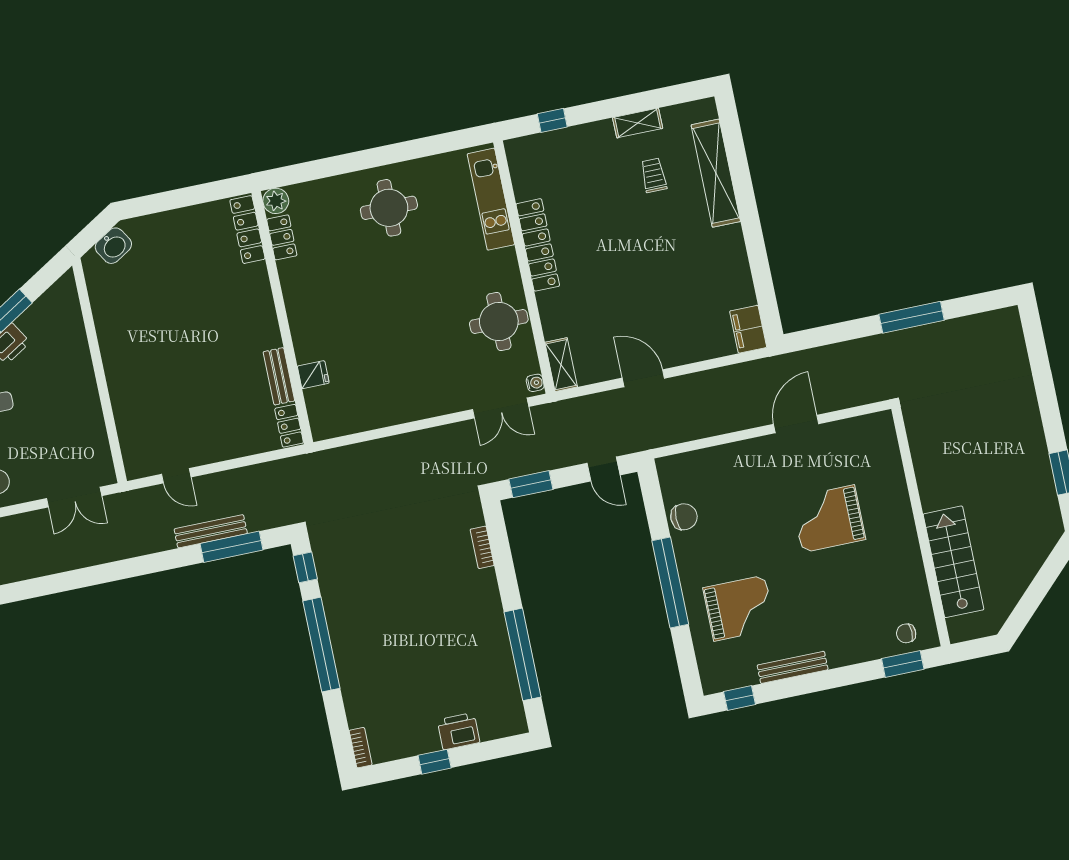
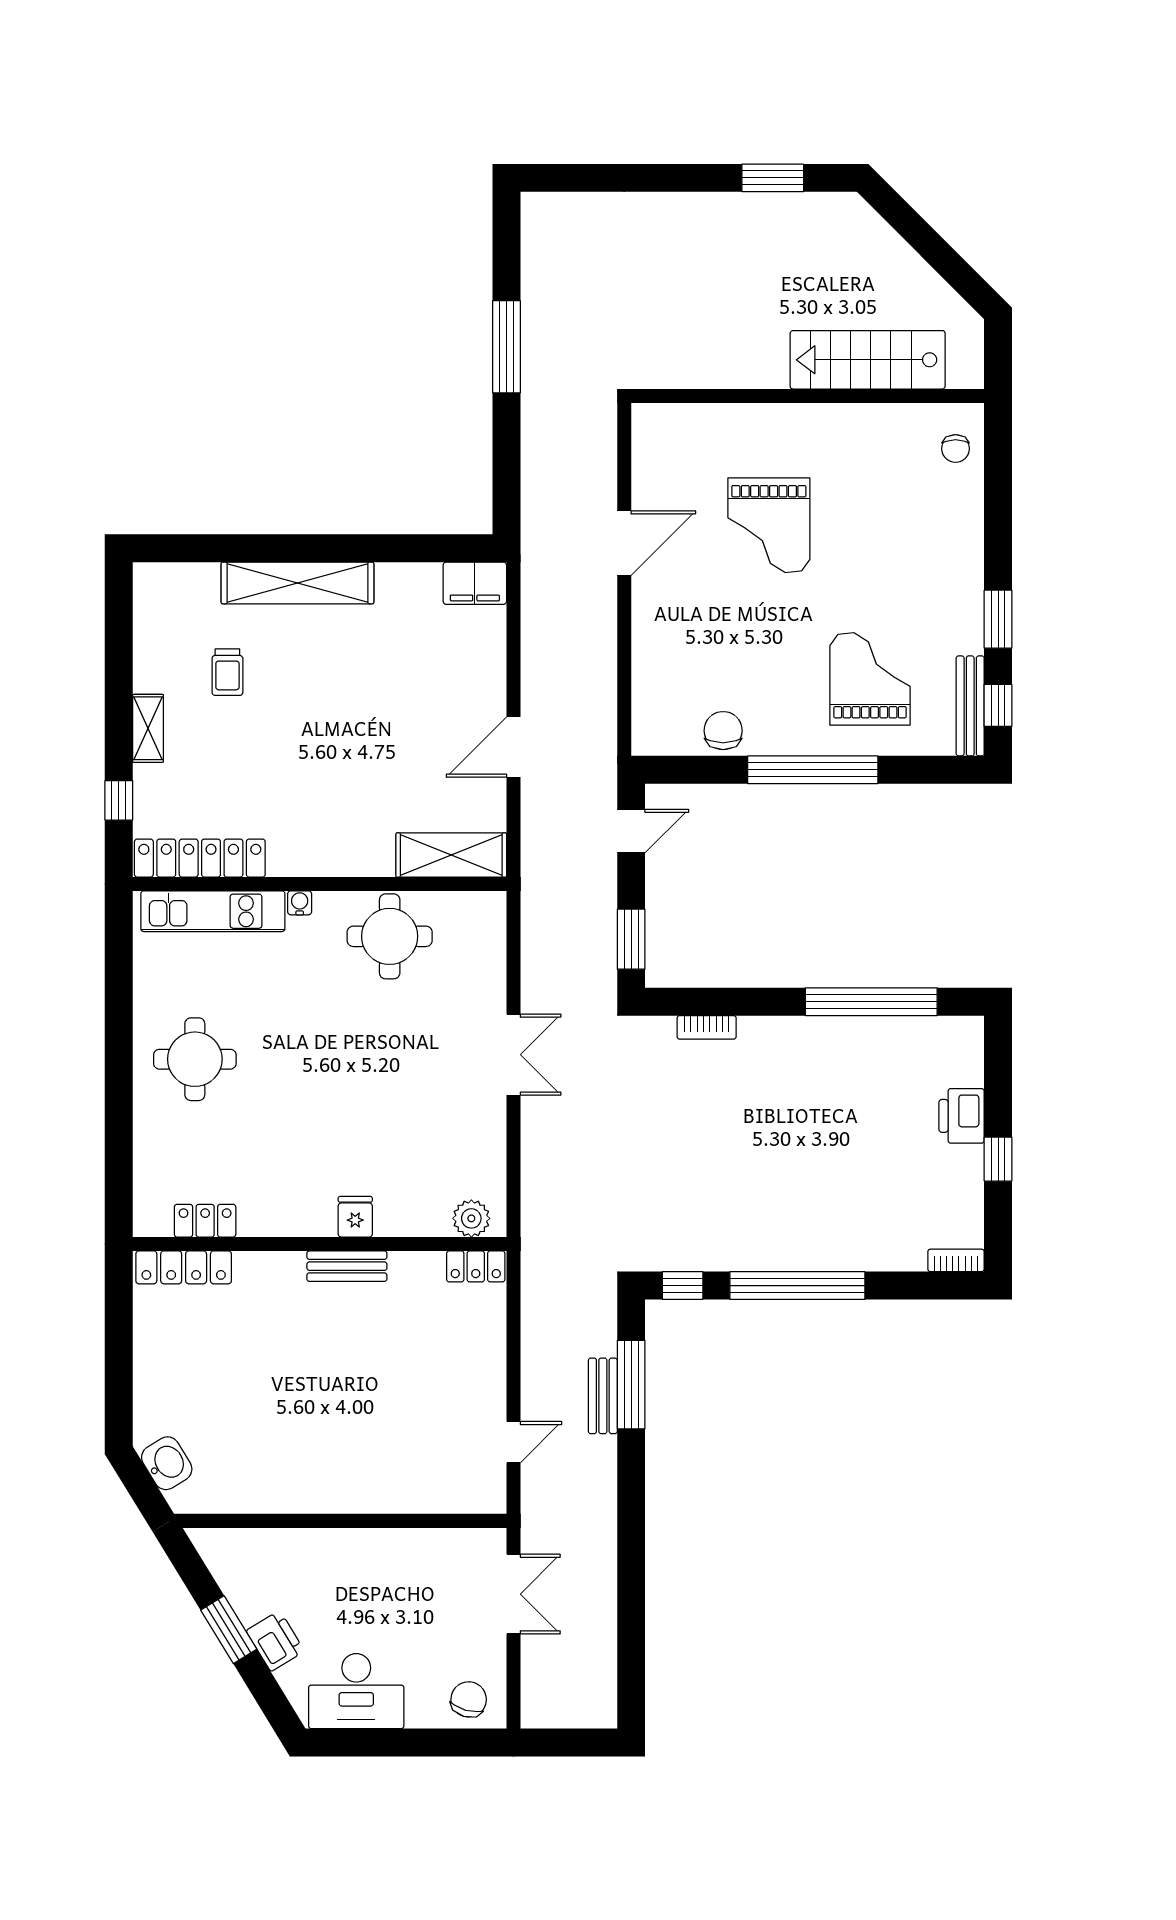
shelving: (638, 123) -> (148, 728), moved
shelving: (716, 173) -> (297, 583), moved
trolley: (654, 175) -> (227, 672), turned -90
plant: (276, 201) -> (471, 1218), moved
locker: (538, 245) -> (200, 858), moved
shelving: (561, 365) -> (451, 855), width x1.50, depth x1.33
fridge: (313, 375) -> (355, 1217), moved
bench: (279, 376) -> (347, 1266), moved
water cooler: (535, 383) -> (300, 903), moved
double door: (501, 408) -> (513, 1055), moved
door: (796, 424) -> (624, 543), swing flipped
bench: (211, 531) -> (603, 1396), width x0.73
window: (903, 664) -> (998, 619), moved
bench: (793, 667) -> (970, 706), moved

